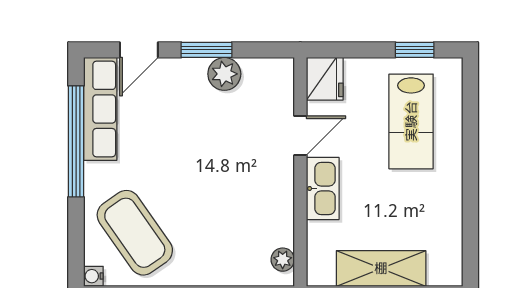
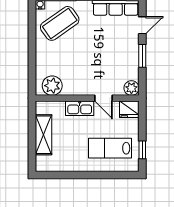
door: (139, 50) -> (142, 25), swing flipped
plant: (224, 74) -> (131, 88), moved
plant: (283, 260) -> (52, 86), width x1.88, depth x1.88

